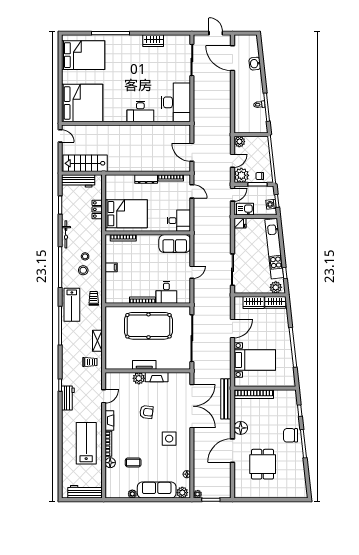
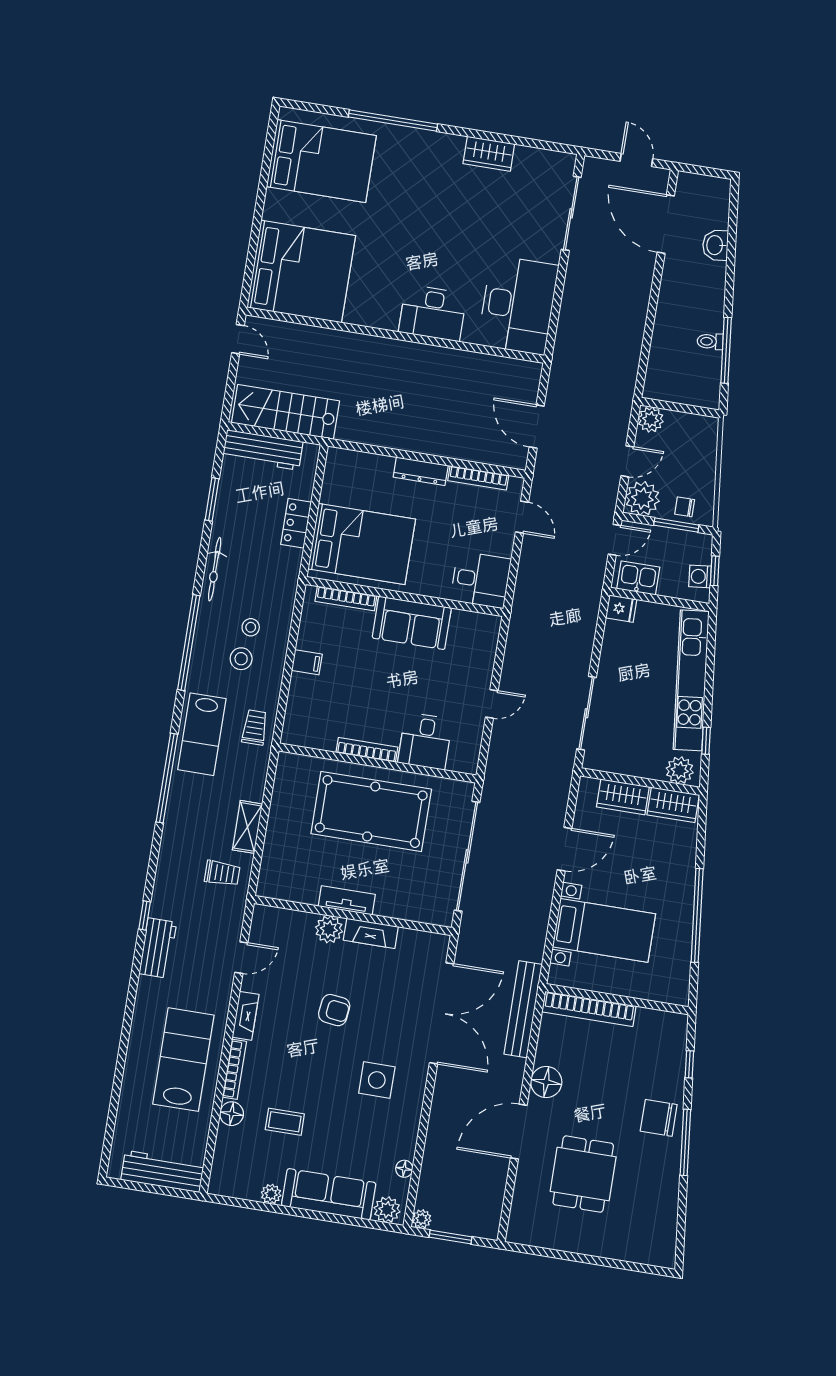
sofa: (175, 244) -> (412, 623), moved

